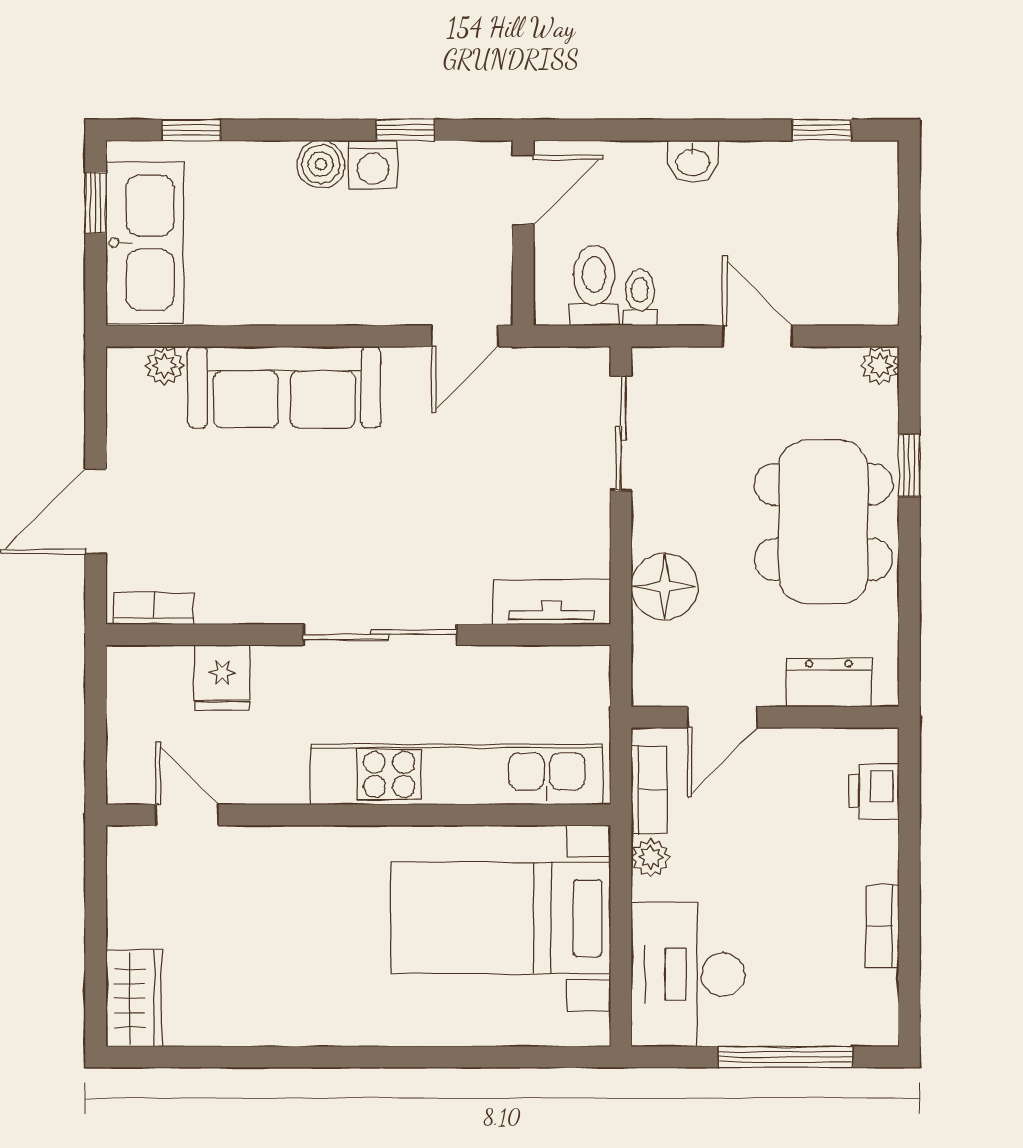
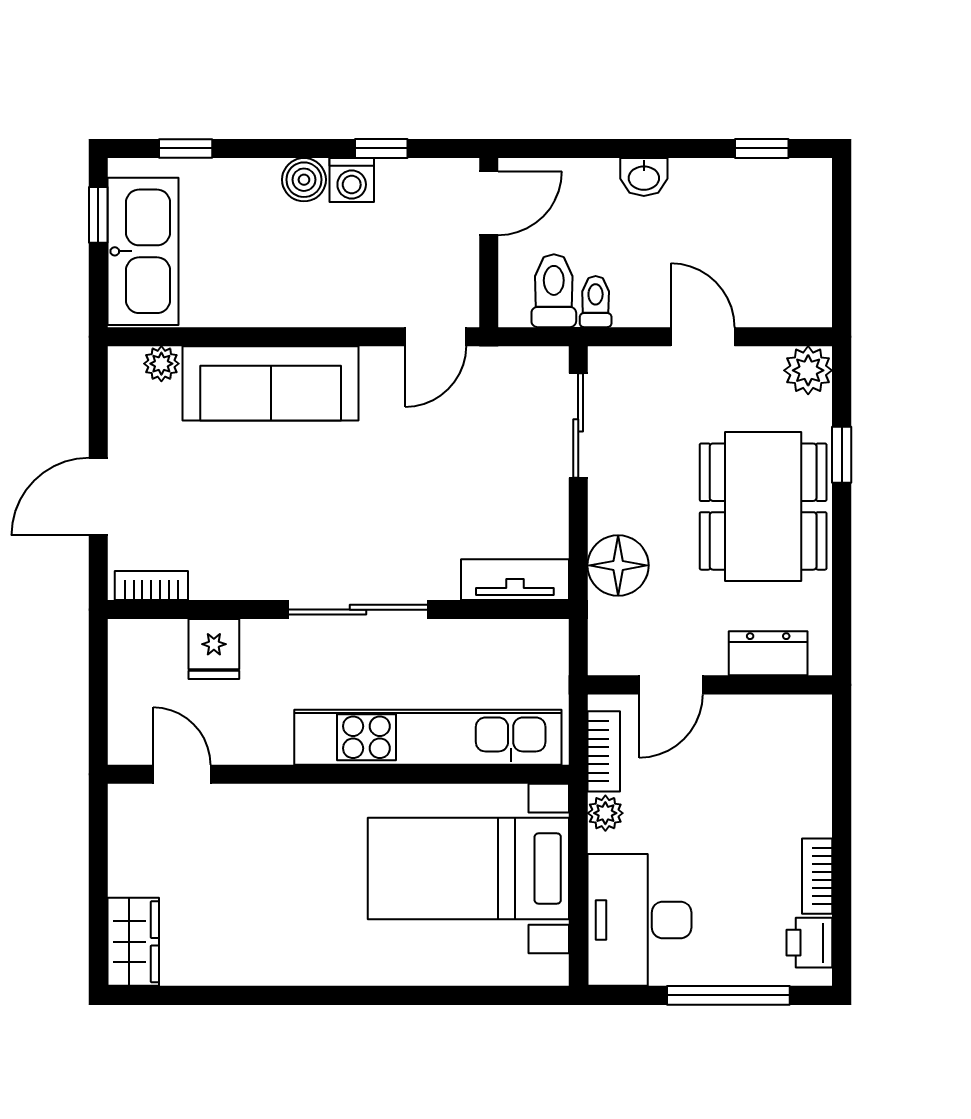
plant: (880, 366) -> (808, 370), width x1.38, depth x1.38
printer: (874, 791) -> (809, 943), moved

